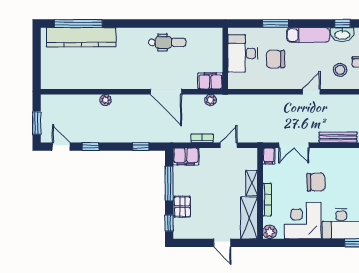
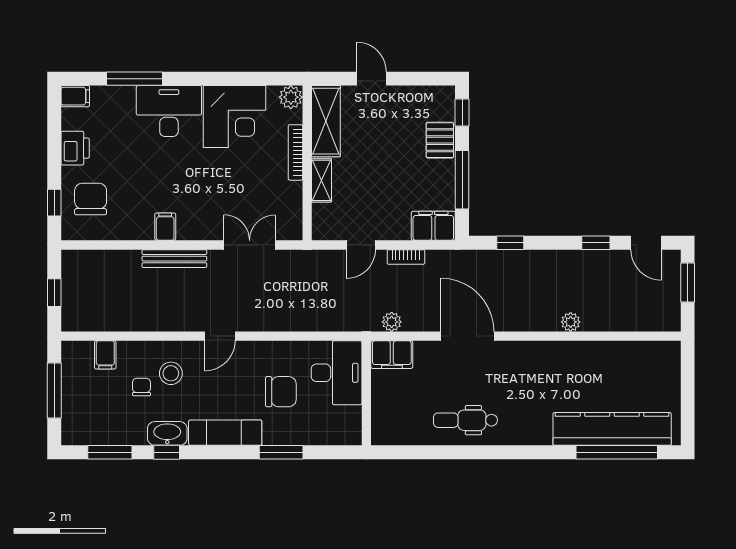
desk: (243, 53) -> (337, 373), moved
filing cabinet: (269, 156) -> (165, 227), moved
chair: (316, 182) -> (212, 182), removed

